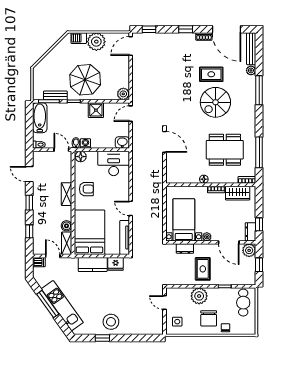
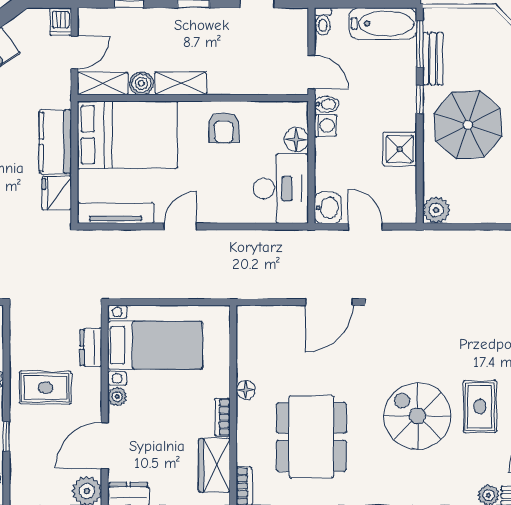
door: (131, 114) -> (365, 227), moved
door: (61, 150) -> (311, 72), hinge flipped
floor lamp: (81, 157) -> (296, 140), moved
shelving: (67, 194) -> (181, 83), moved

